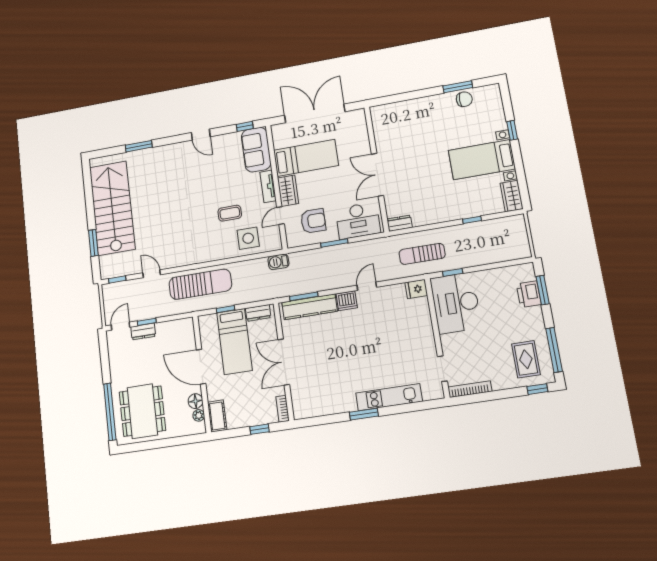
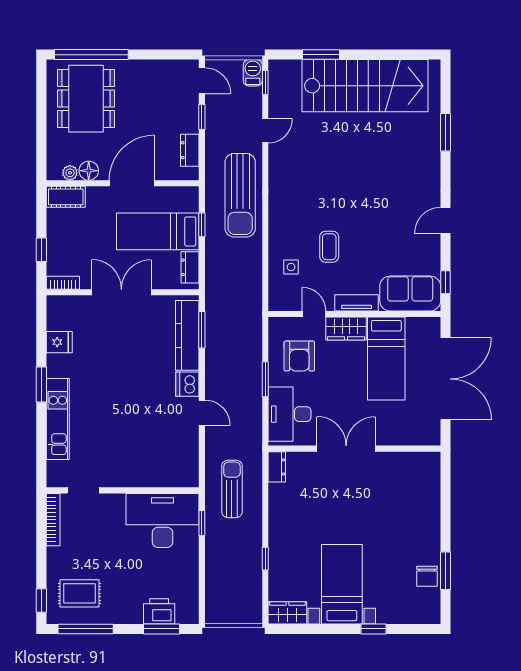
side table: (248, 238) -> (291, 267), width x0.54, depth x0.54
barbecue: (278, 262) -> (253, 73), moved
fridge: (416, 289) -> (59, 342), moved, turned 90
dresser: (143, 331) -> (190, 150), moved
dining table: (142, 411) -> (86, 99), turned 90

